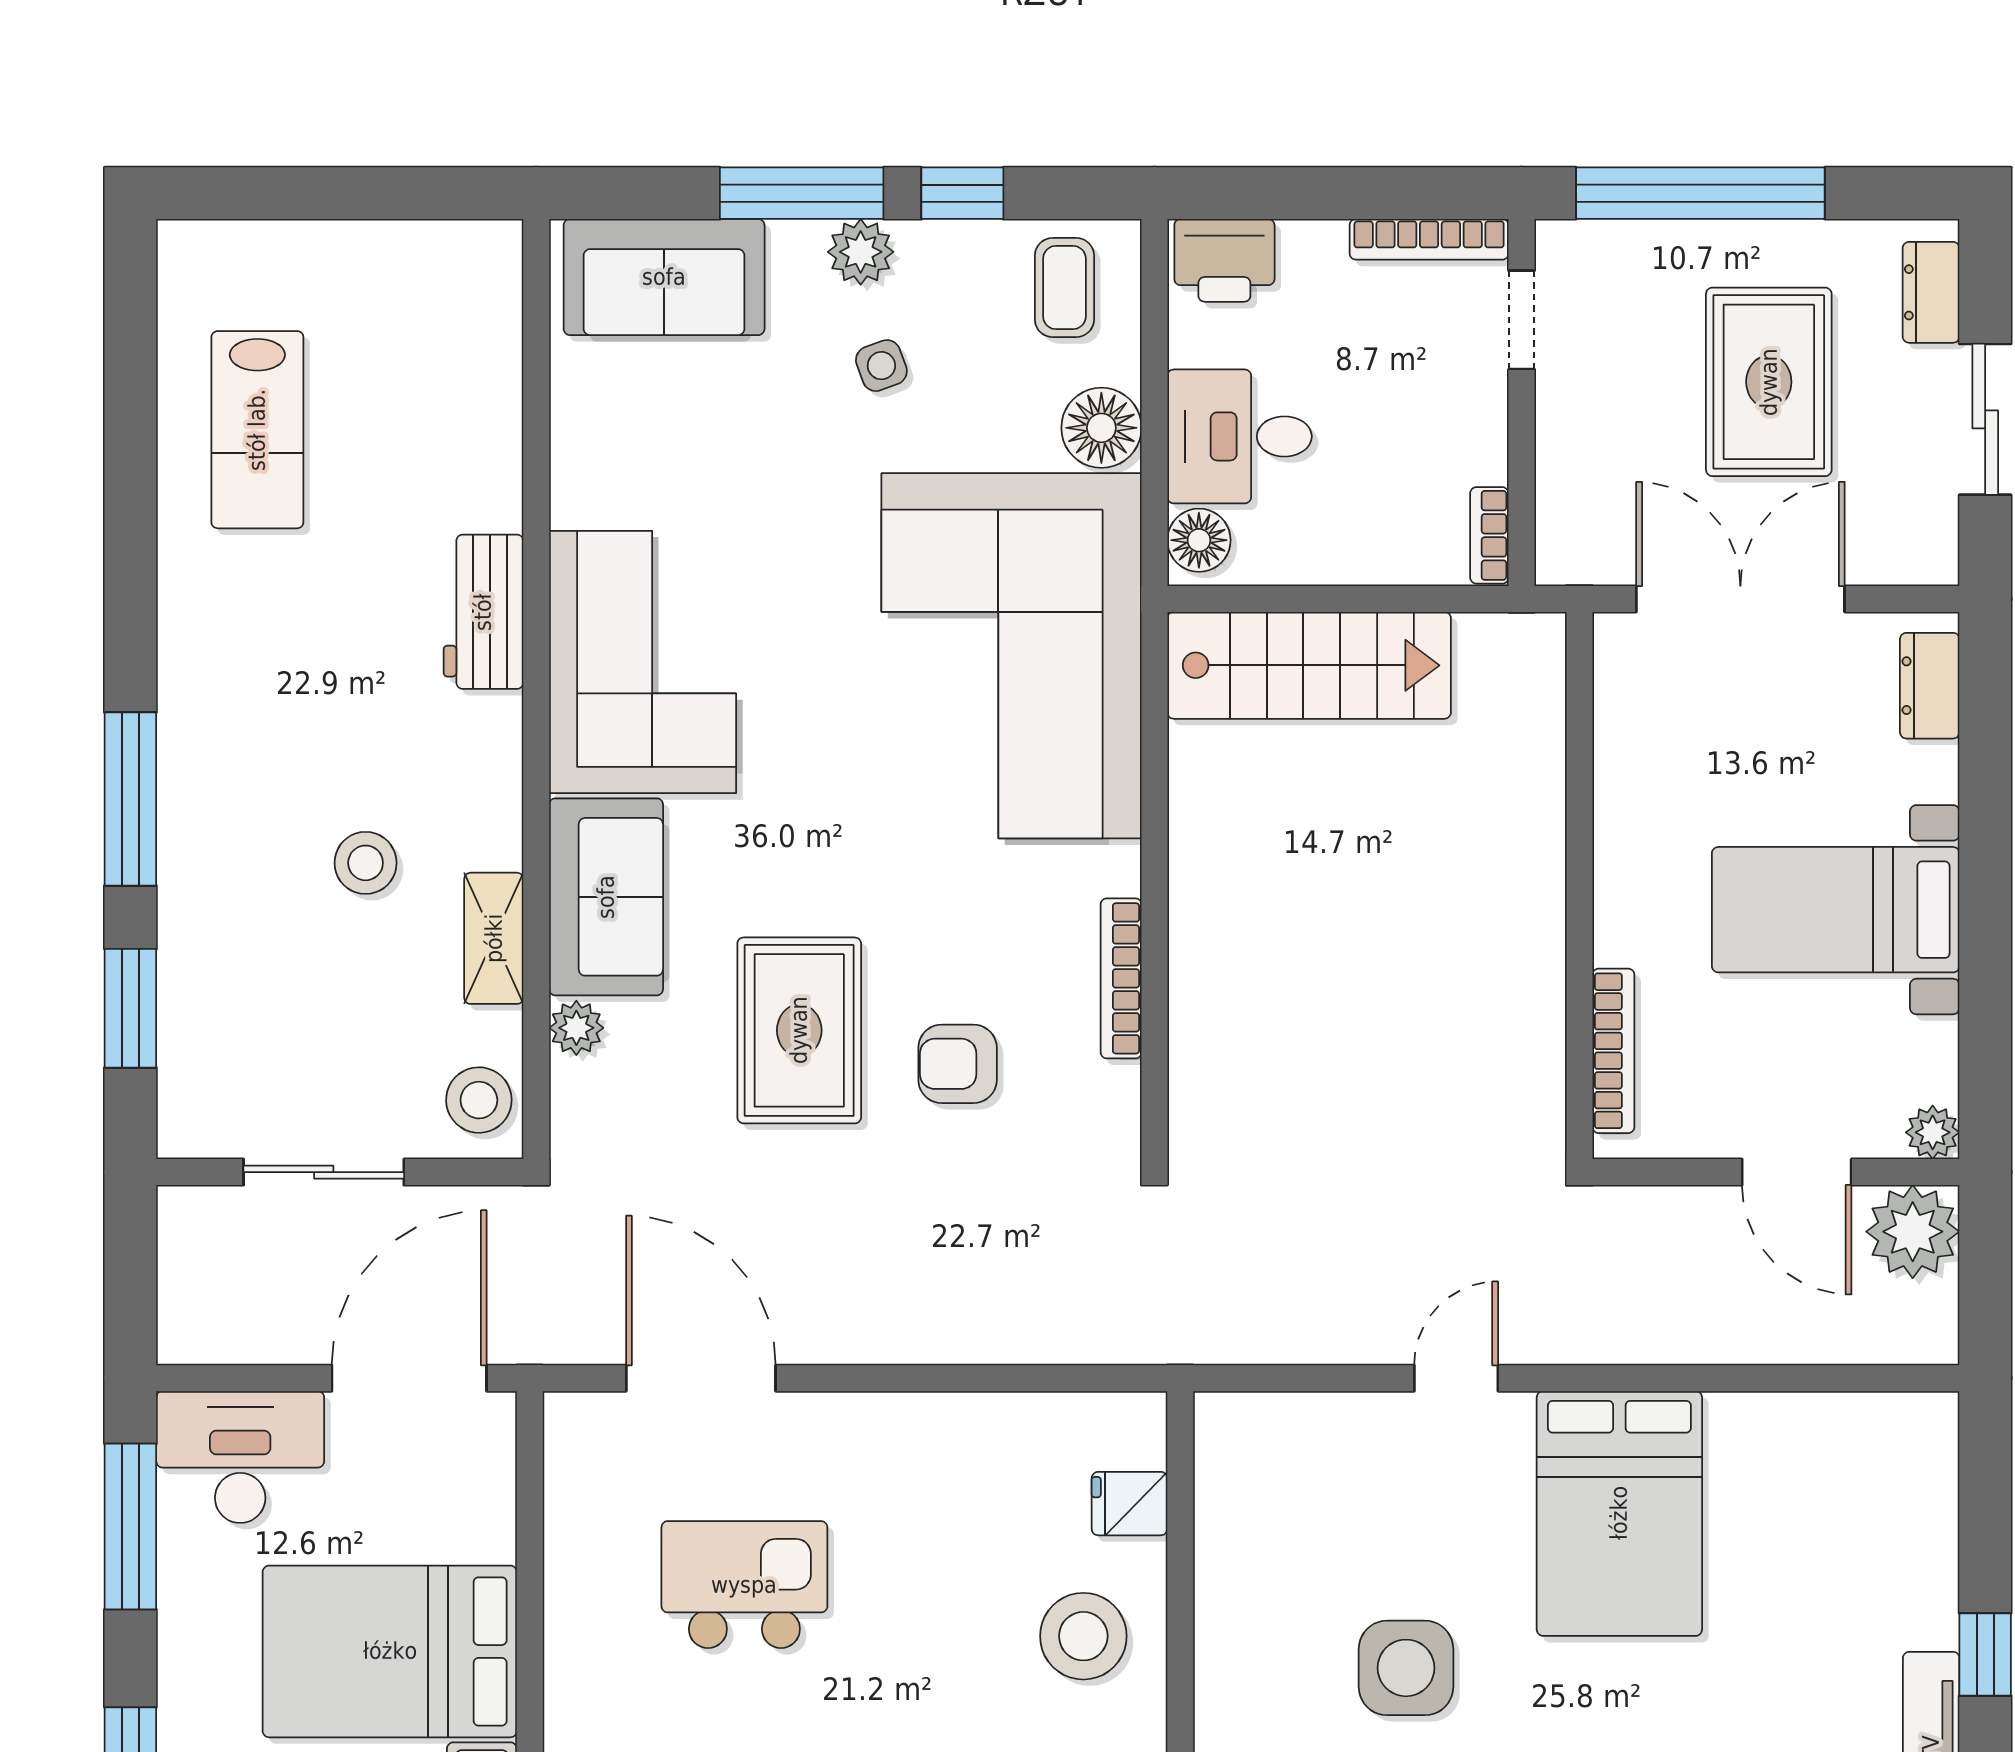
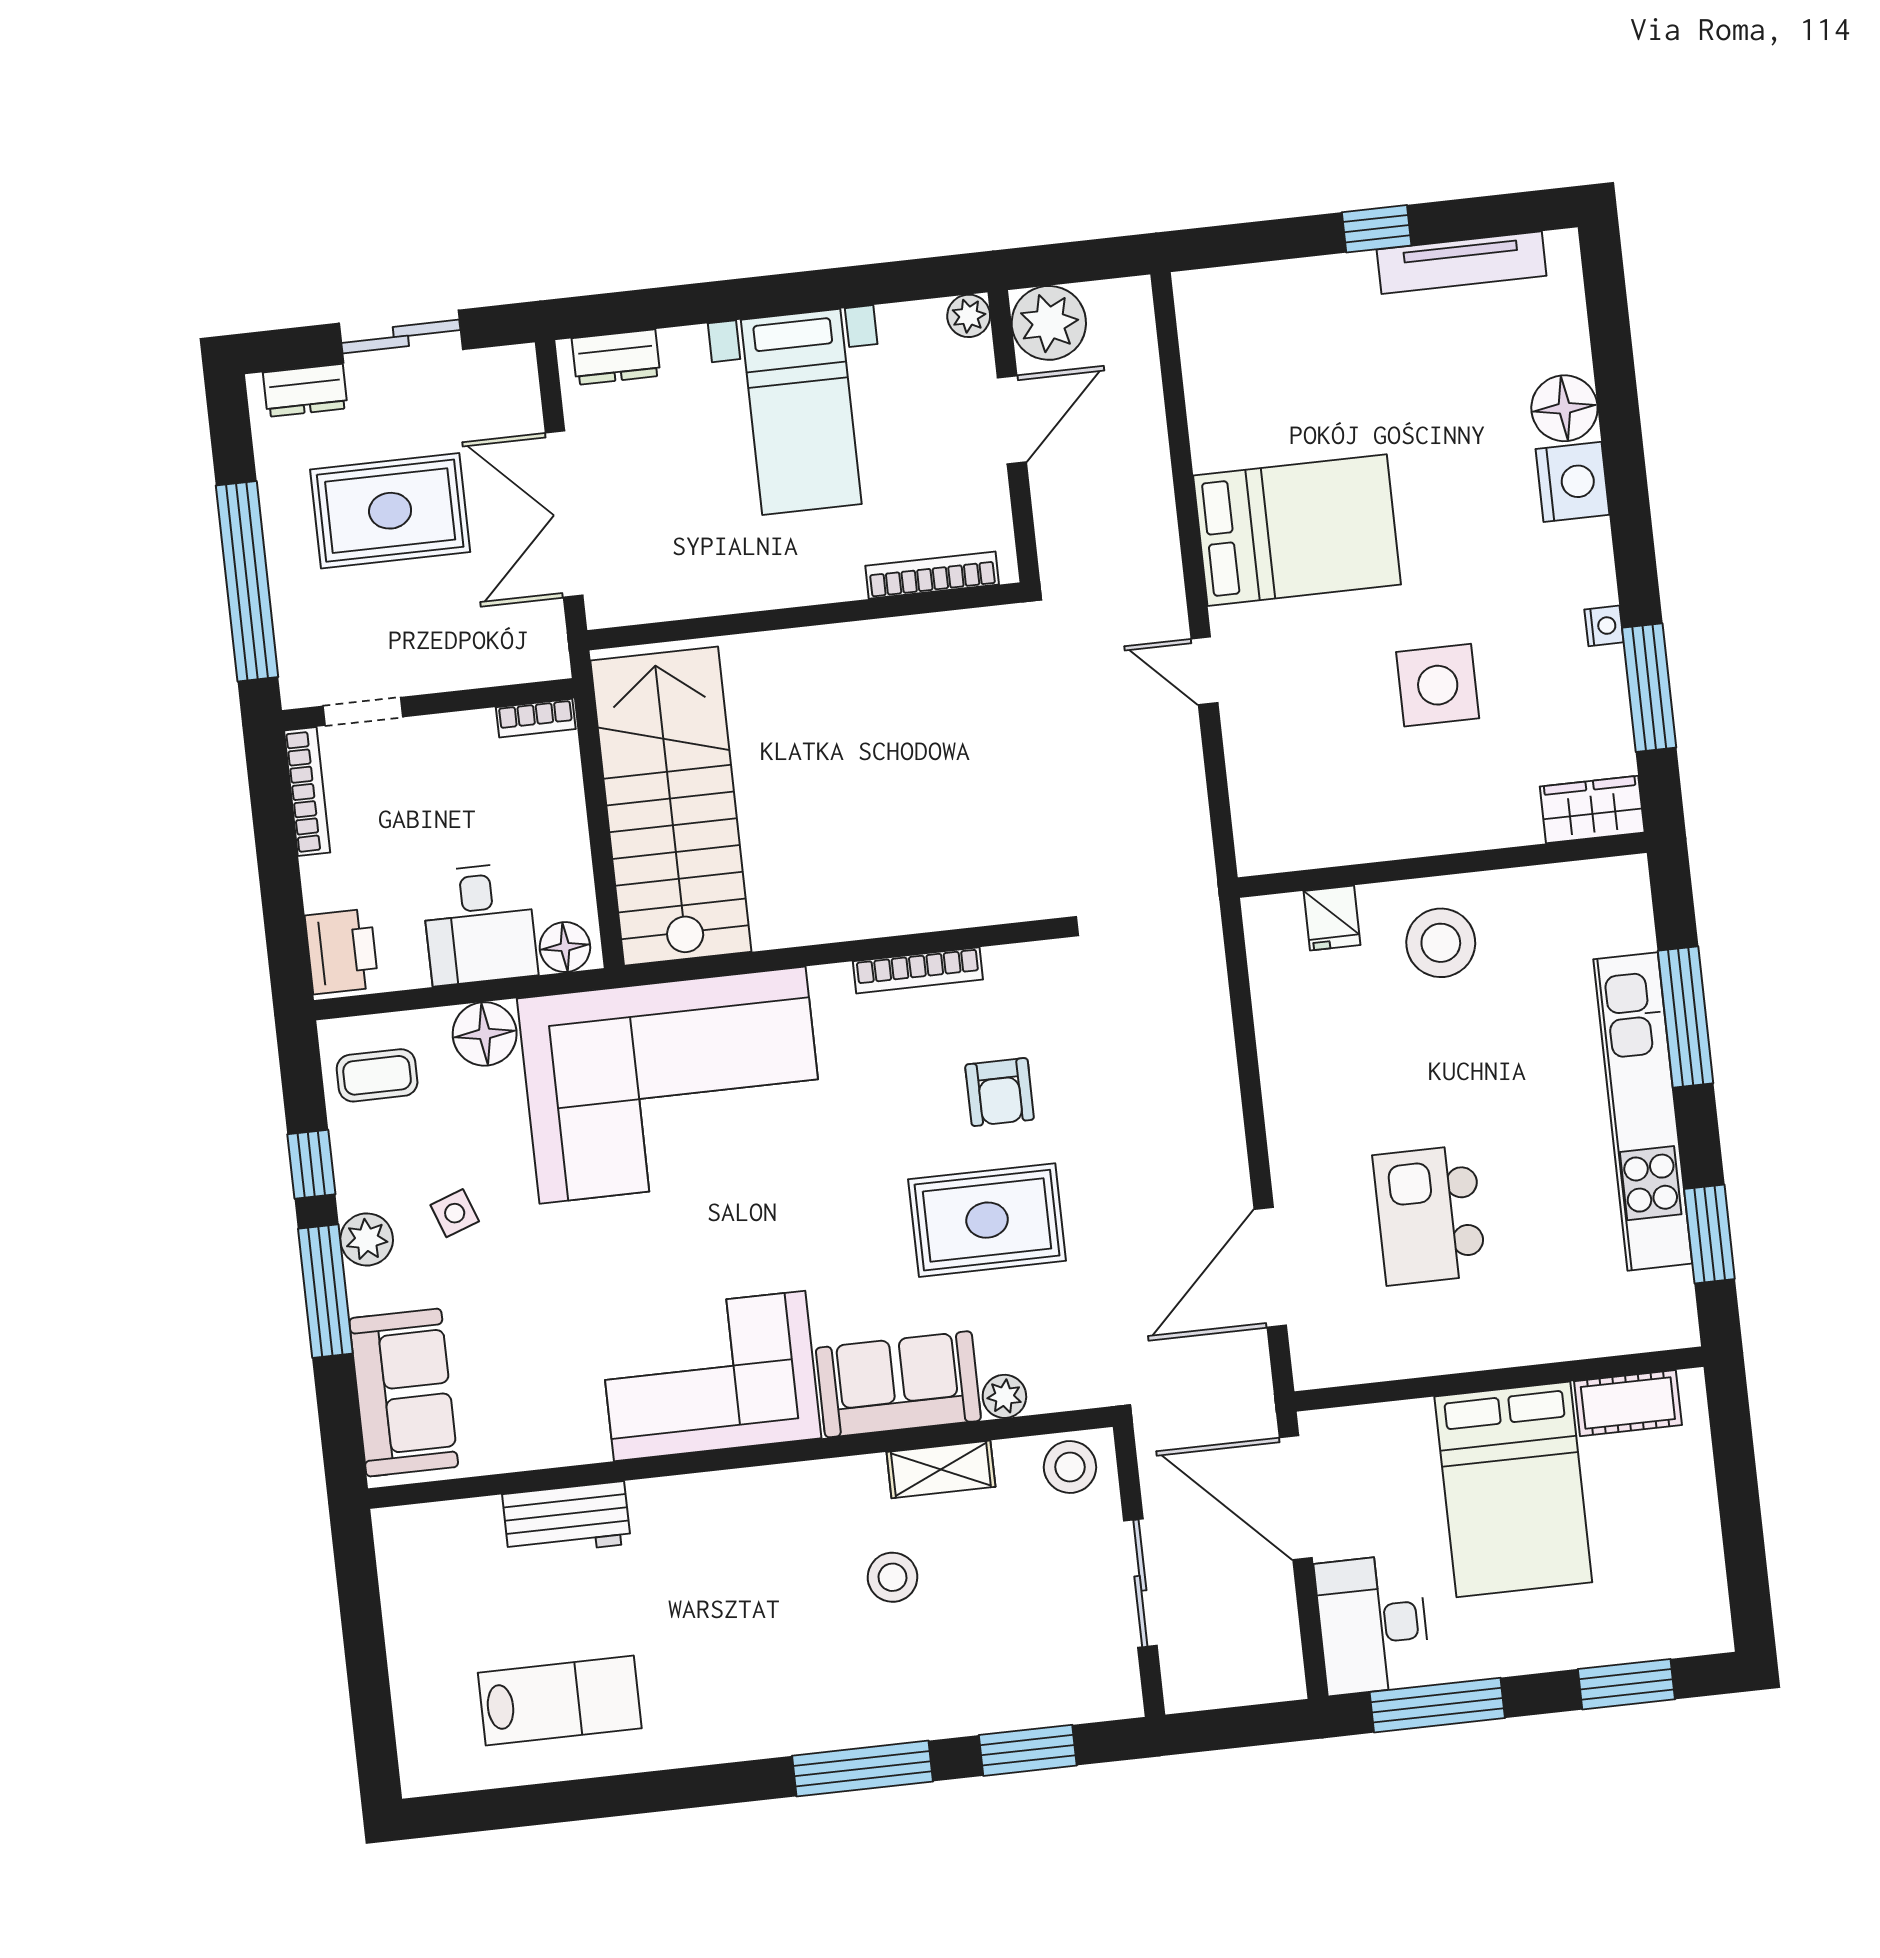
workbench: (483, 612) -> (567, 1519), moved
stairs: (1309, 665) -> (671, 806), width x1.36, depth x1.51

